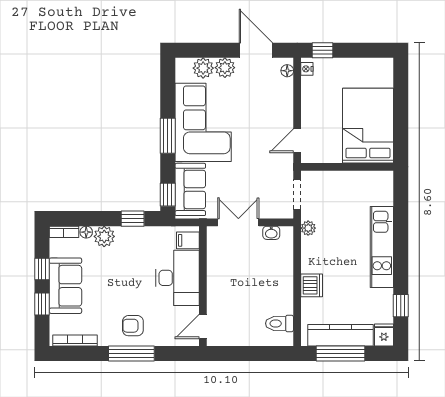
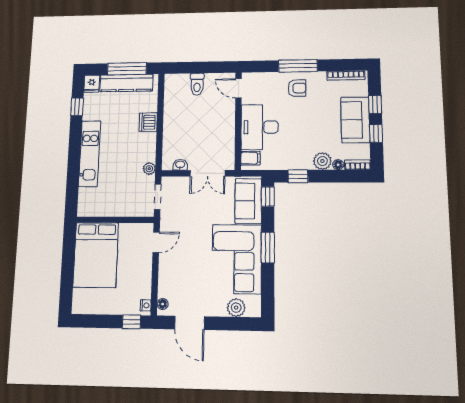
plant: (225, 68) -> (217, 308), removed
toilet: (279, 323) -> (197, 84), moved, turned 90
door: (203, 326) -> (238, 88), swing flipped

